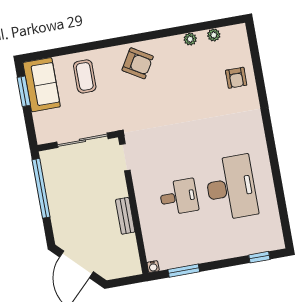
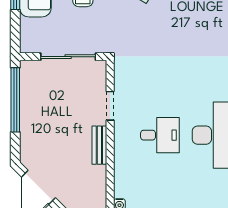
doorway: (125, 157) -> (110, 106), moved

